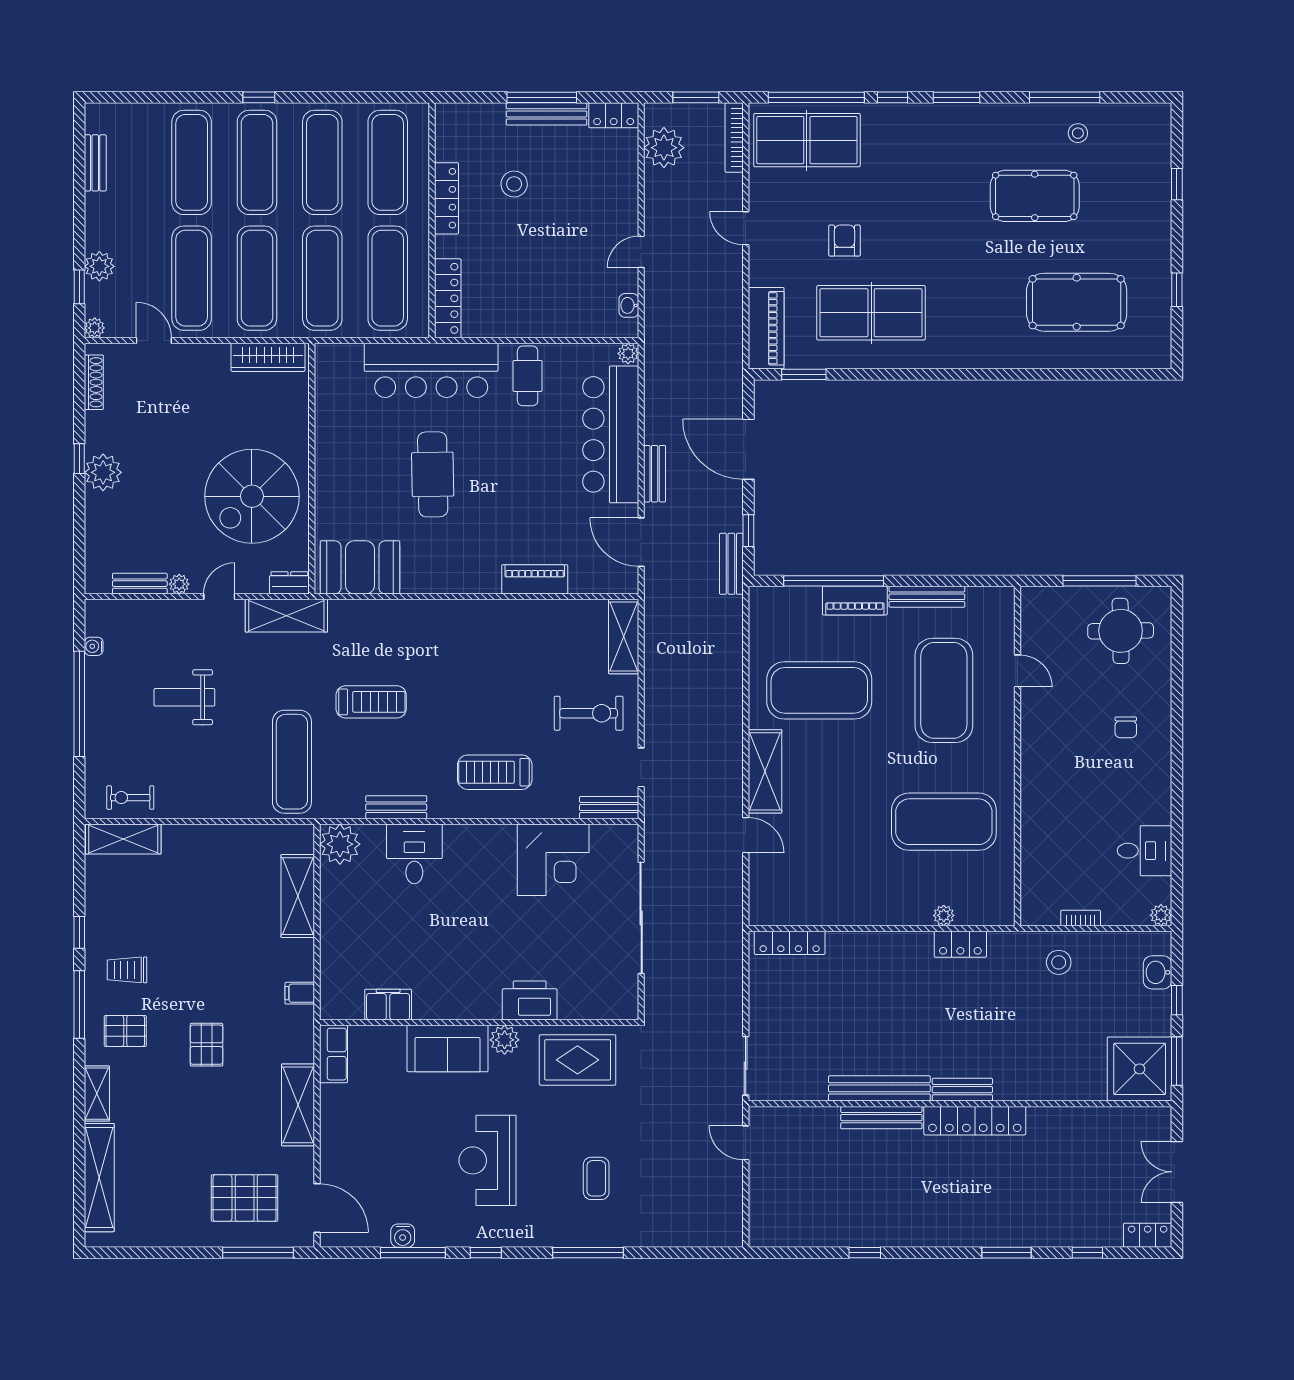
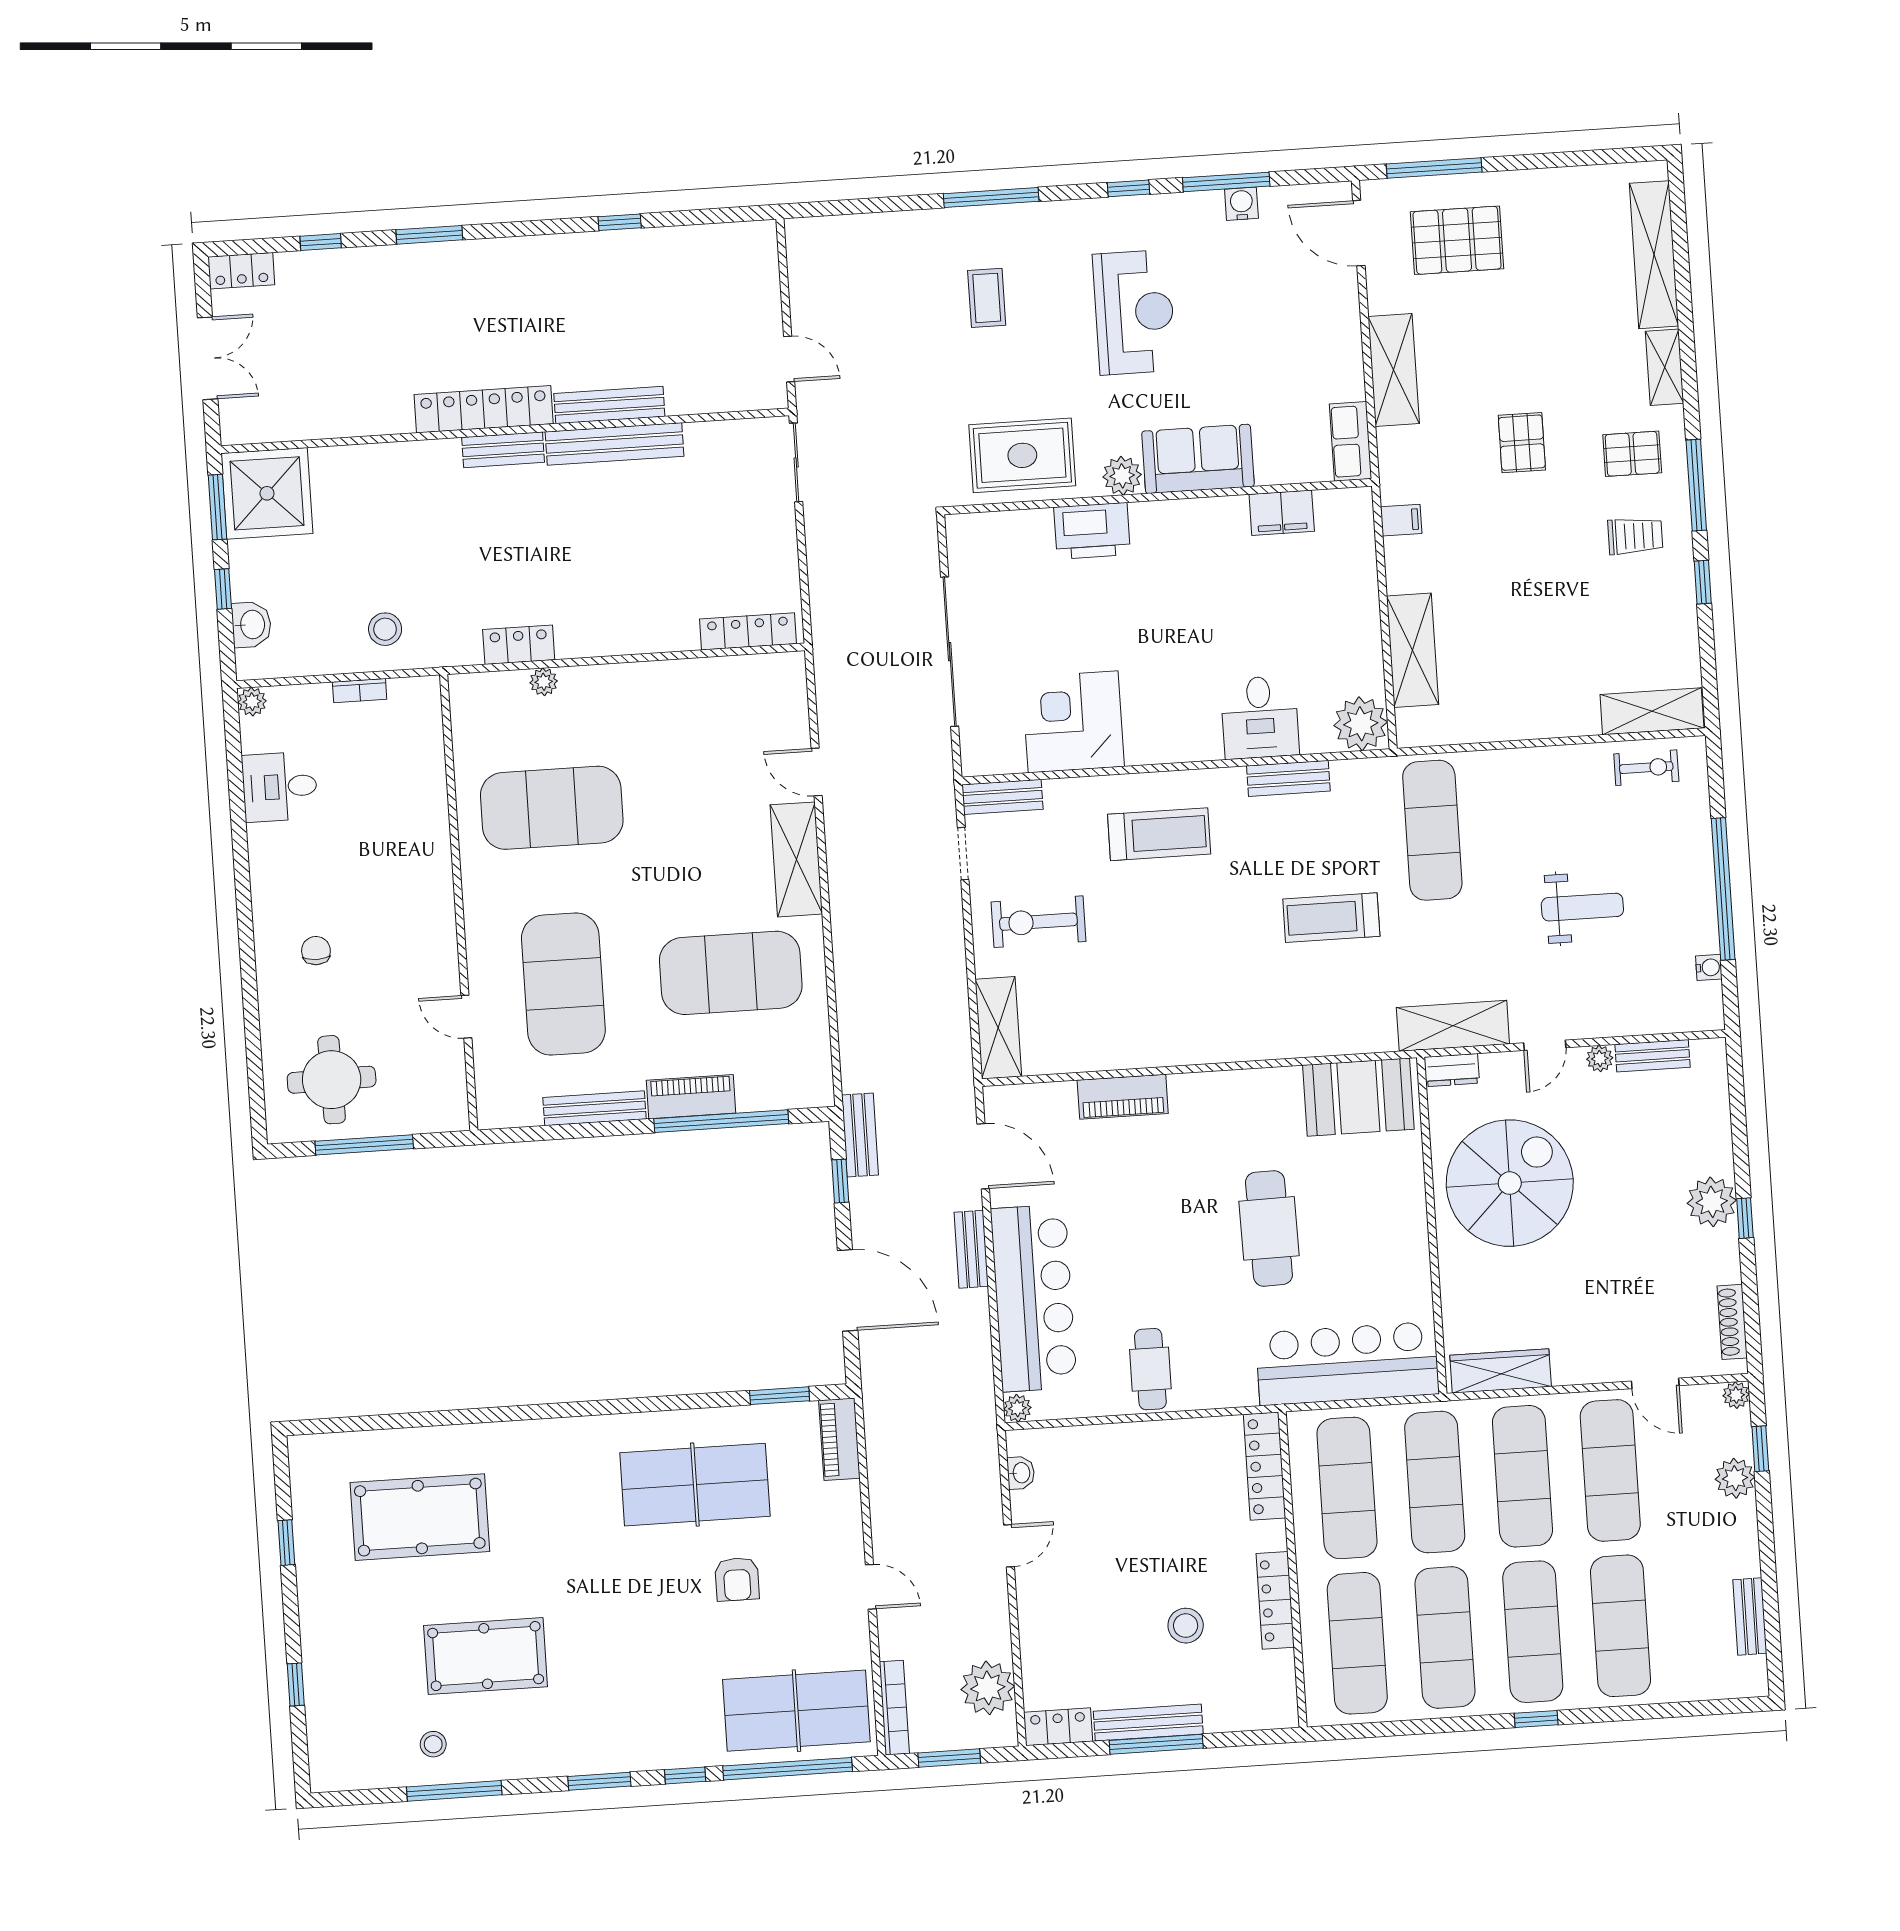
piano: (766, 328) -> (839, 1439), width x0.73, depth x0.75
bar counter: (431, 370) -> (1347, 1364), moved

